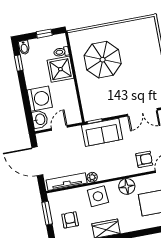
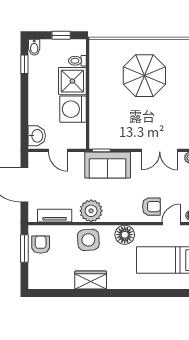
parasol: (103, 60) -> (144, 76), moved
washing machine: (40, 99) -> (73, 109), moved, turned 180
door: (59, 128) -> (58, 150), swing flipped
plant: (92, 177) -> (91, 211), width x1.88, depth x1.88
tv unit: (67, 182) -> (55, 216), width x0.71
armchair: (70, 220) -> (41, 245), moved

